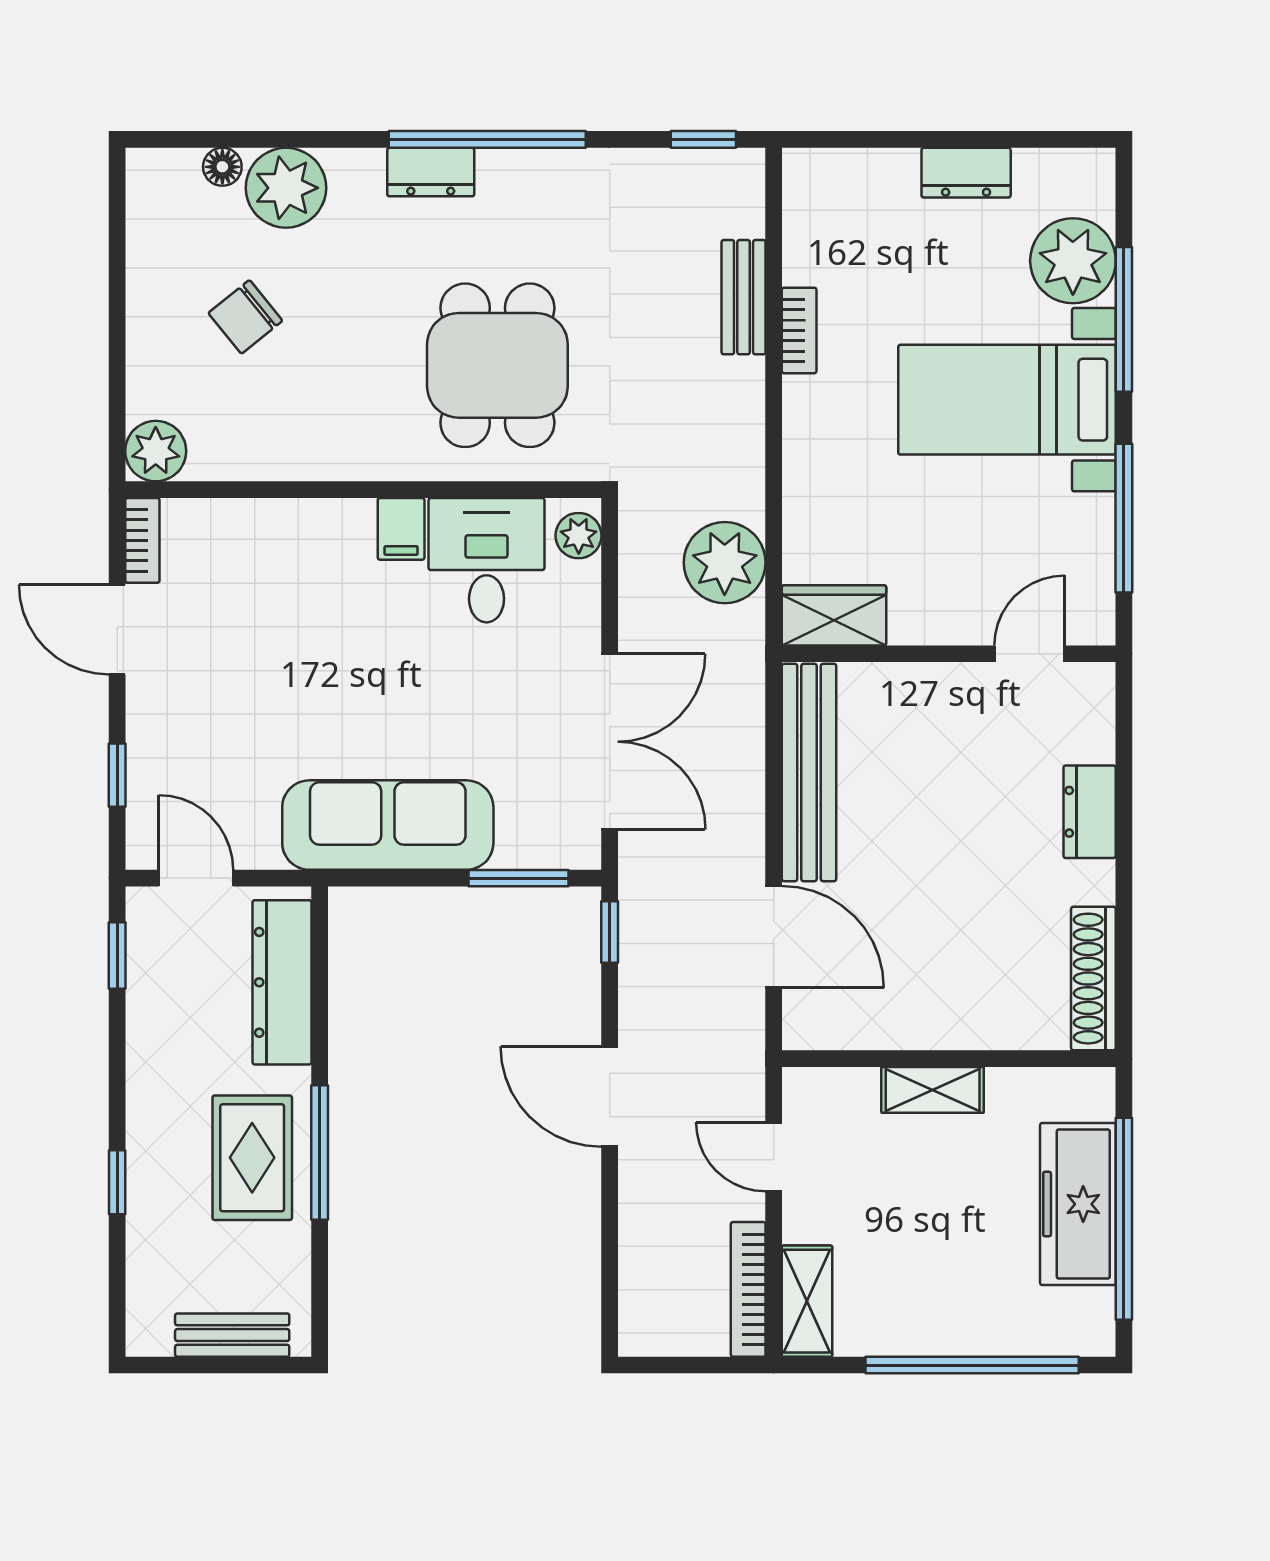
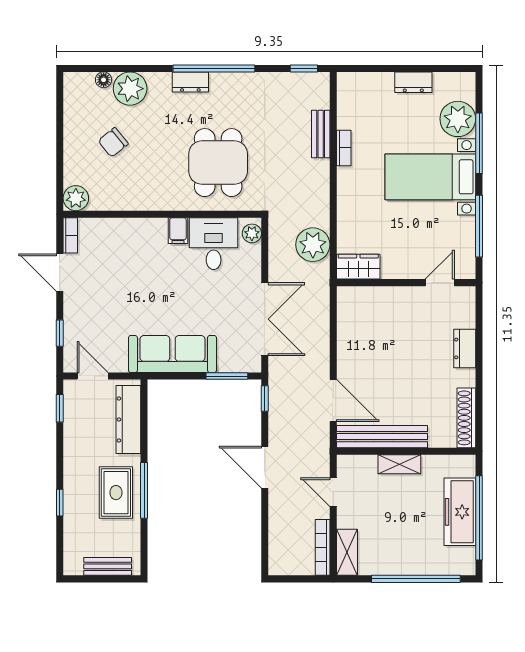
bench: (809, 772) -> (382, 437), moved, turned 90

